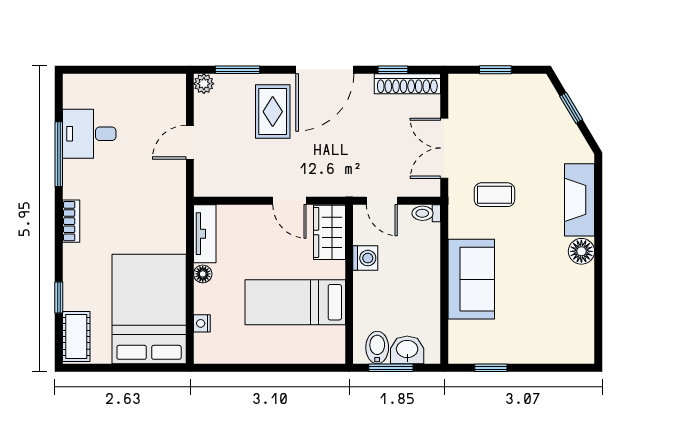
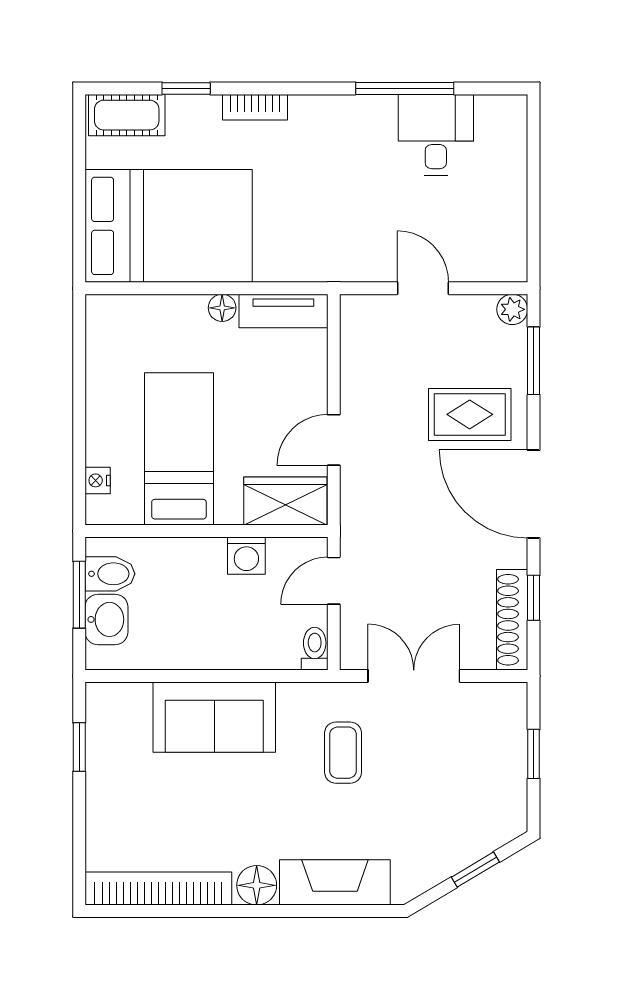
bookcase: (71, 221) -> (255, 107), moved
bookcase: (584, 316) -> (158, 888), added
nightstand: (202, 323) -> (98, 480), moved, turned -90

